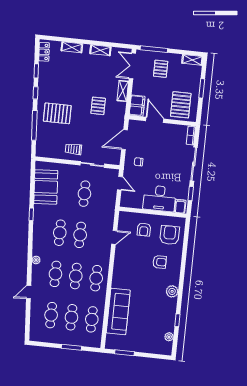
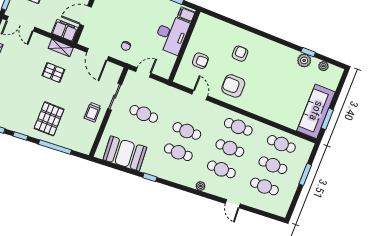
shelving: (123, 91) -> (61, 48), moved
armchair: (170, 235) -> (233, 86), moved
plant: (172, 291) -> (304, 60), moved
sofa: (118, 312) -> (316, 111), moved, turned -90

